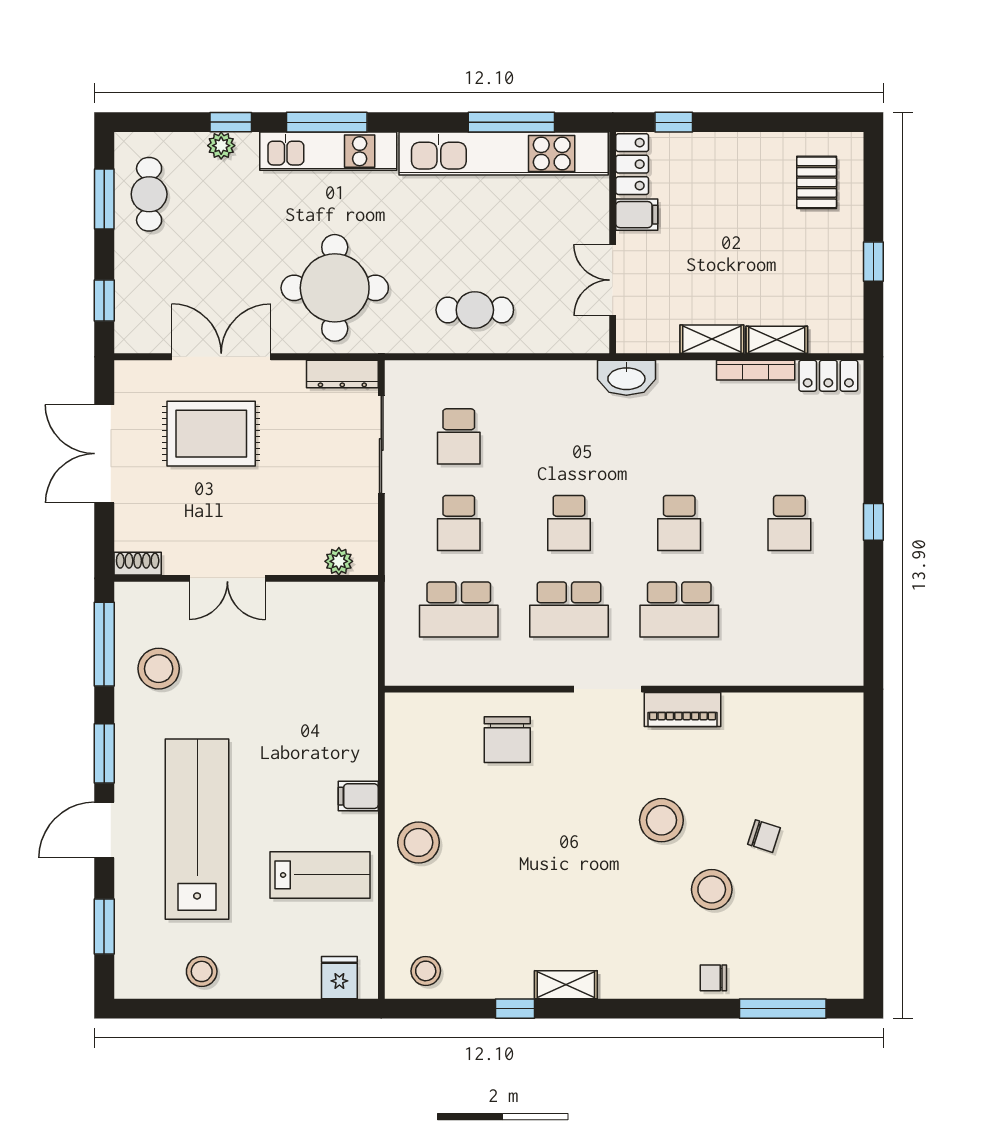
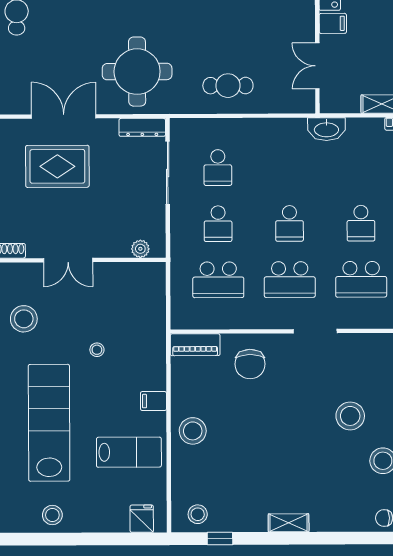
piano: (683, 710) -> (195, 345), moved
stool: (271, 717) -> (97, 350), added
window: (515, 1009) -> (220, 539), moved

